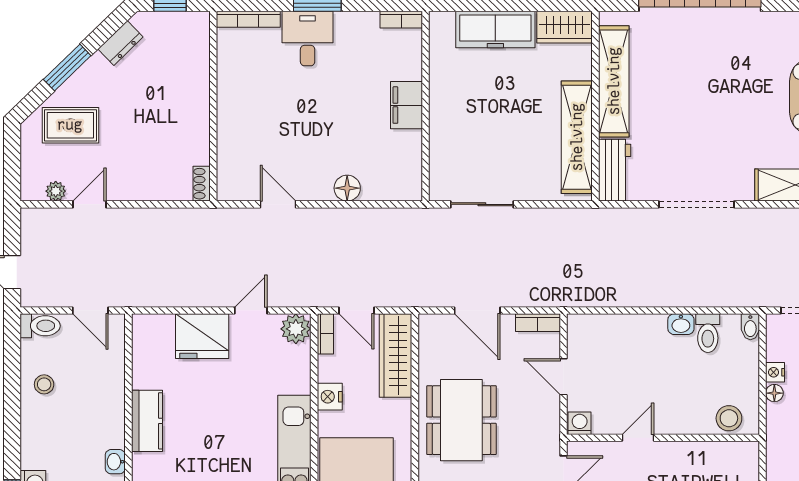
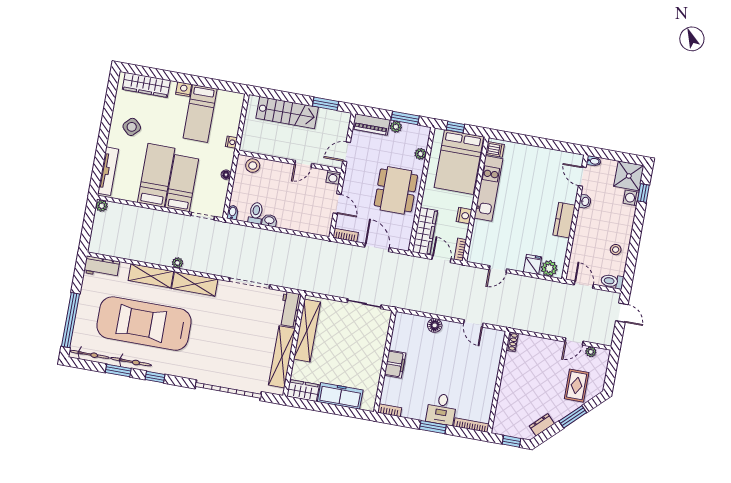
rug: (70, 125) -> (577, 386), turned 90
plant: (296, 329) -> (549, 268), moved
fridge: (202, 336) -> (533, 264), width x0.53, depth x0.75
nightstand: (775, 372) -> (231, 142), moved

